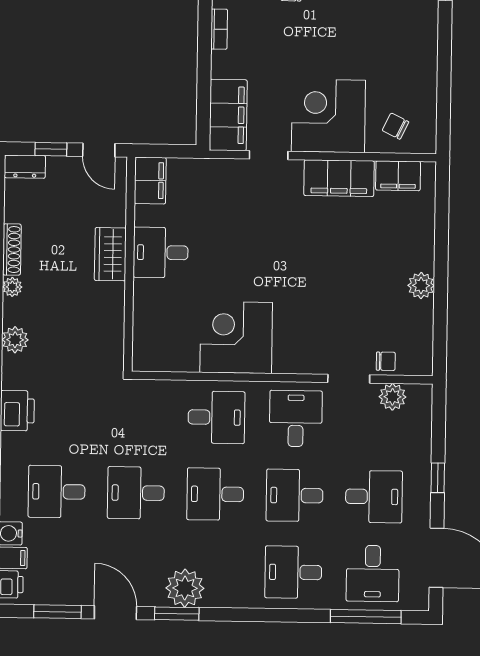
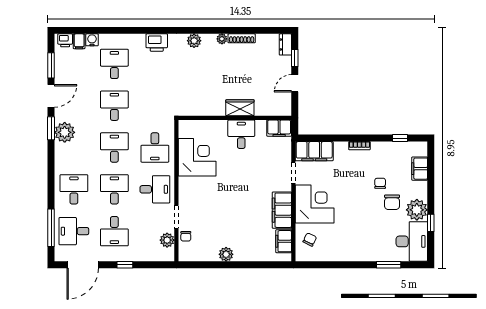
filing cabinet: (150, 180) -> (279, 128), moved
desk: (161, 252) -> (241, 134), moved
wardrobe: (110, 254) -> (240, 108), moved
wall: (129, 264) -> (235, 118), moved

